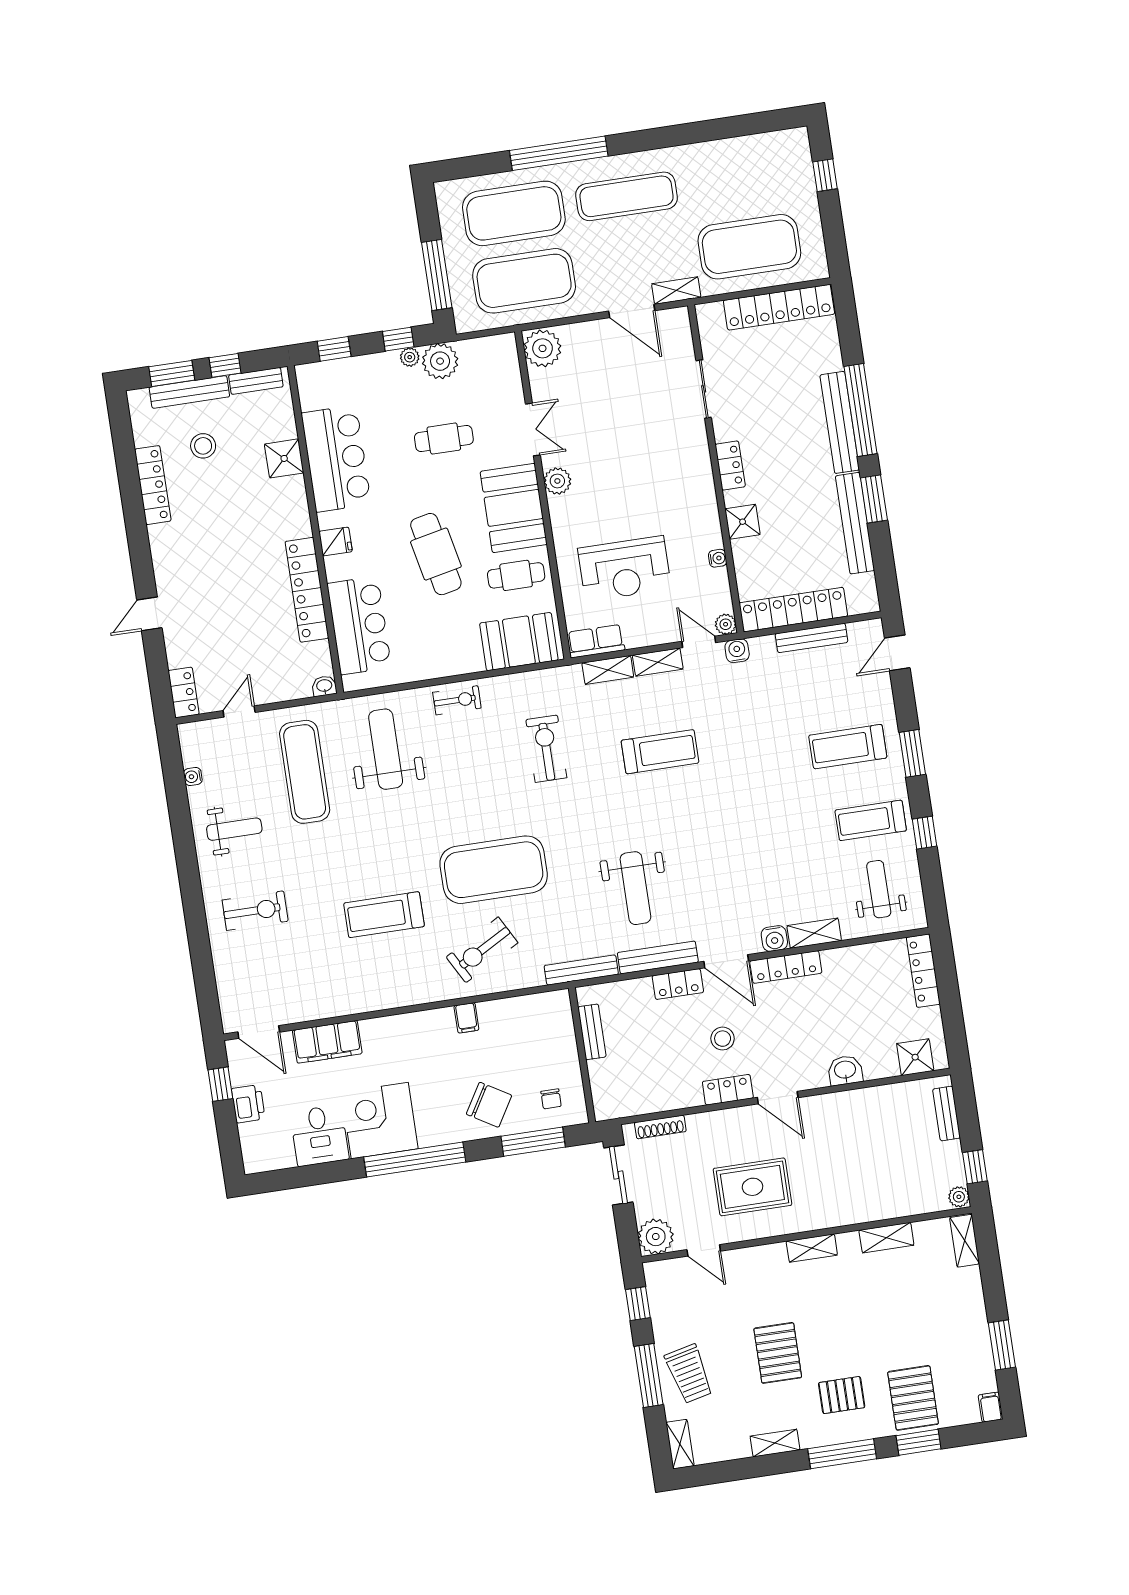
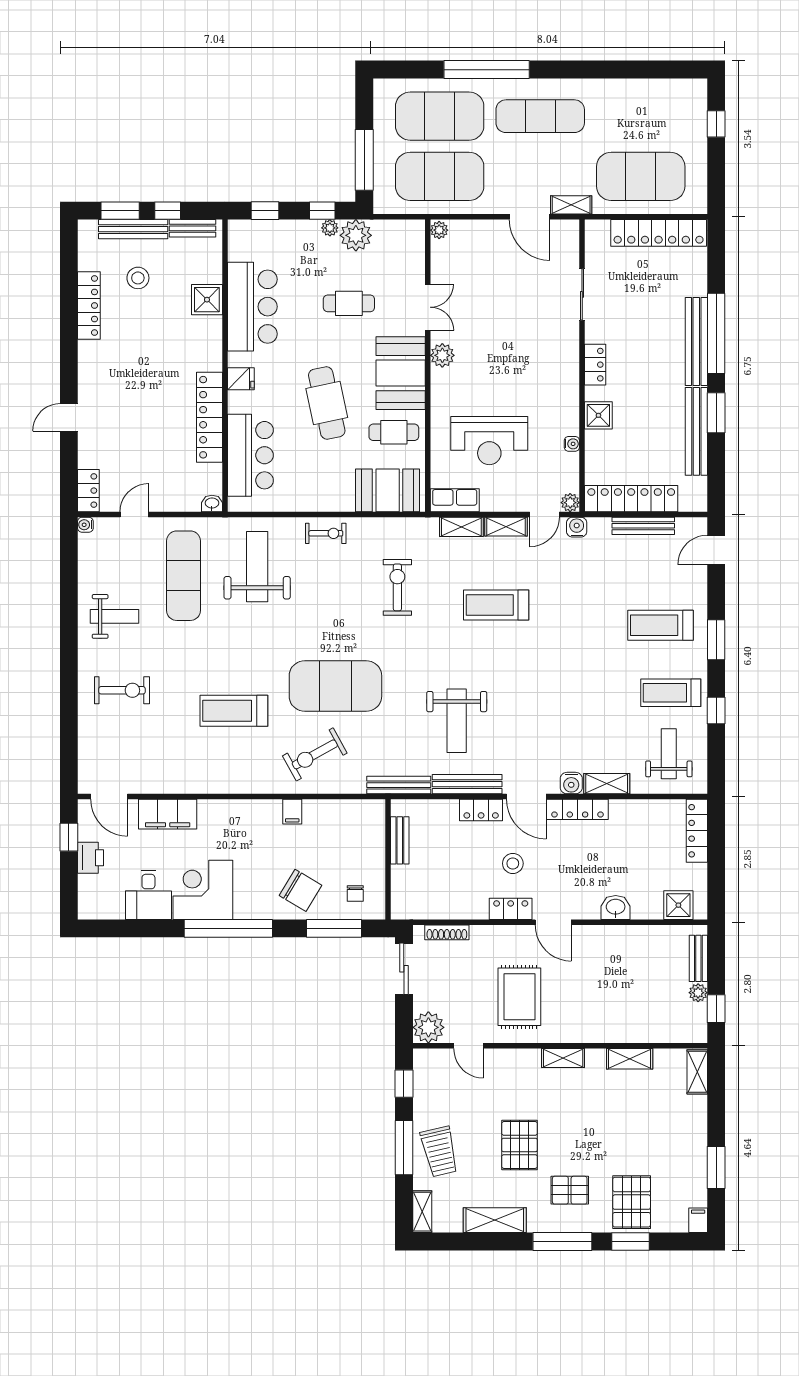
plant: (543, 348) -> (439, 230), width x0.53, depth x0.53
door: (699, 642) -> (544, 514), swing flipped
treadmill: (660, 752) -> (496, 605), turned 180
water cooler: (193, 776) -> (85, 525), moved
rug: (752, 1187) -> (519, 997), turned 90
plant: (959, 1197) -> (698, 993), moved
shelving: (775, 1443) -> (495, 1220), width x1.50, depth x1.33

